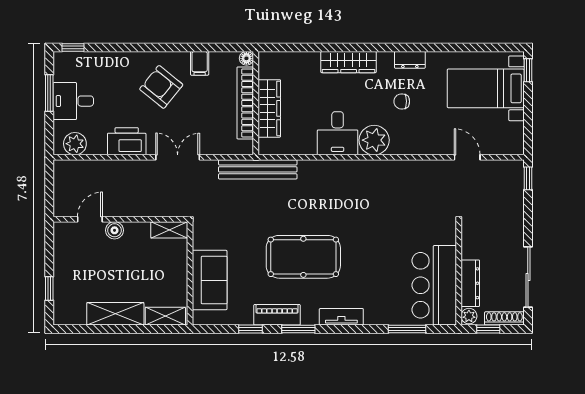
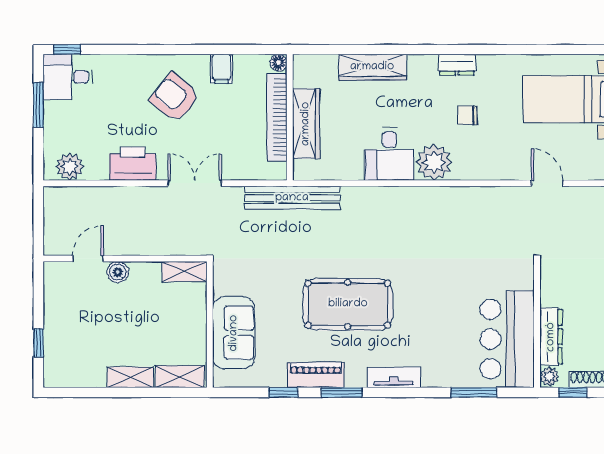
dresser: (410, 60) -> (457, 65), moved
wardrobe: (349, 62) -> (372, 67), moved
desk: (73, 101) -> (68, 77), moved
shelving: (115, 314) -> (130, 377), width x0.67, depth x0.75

